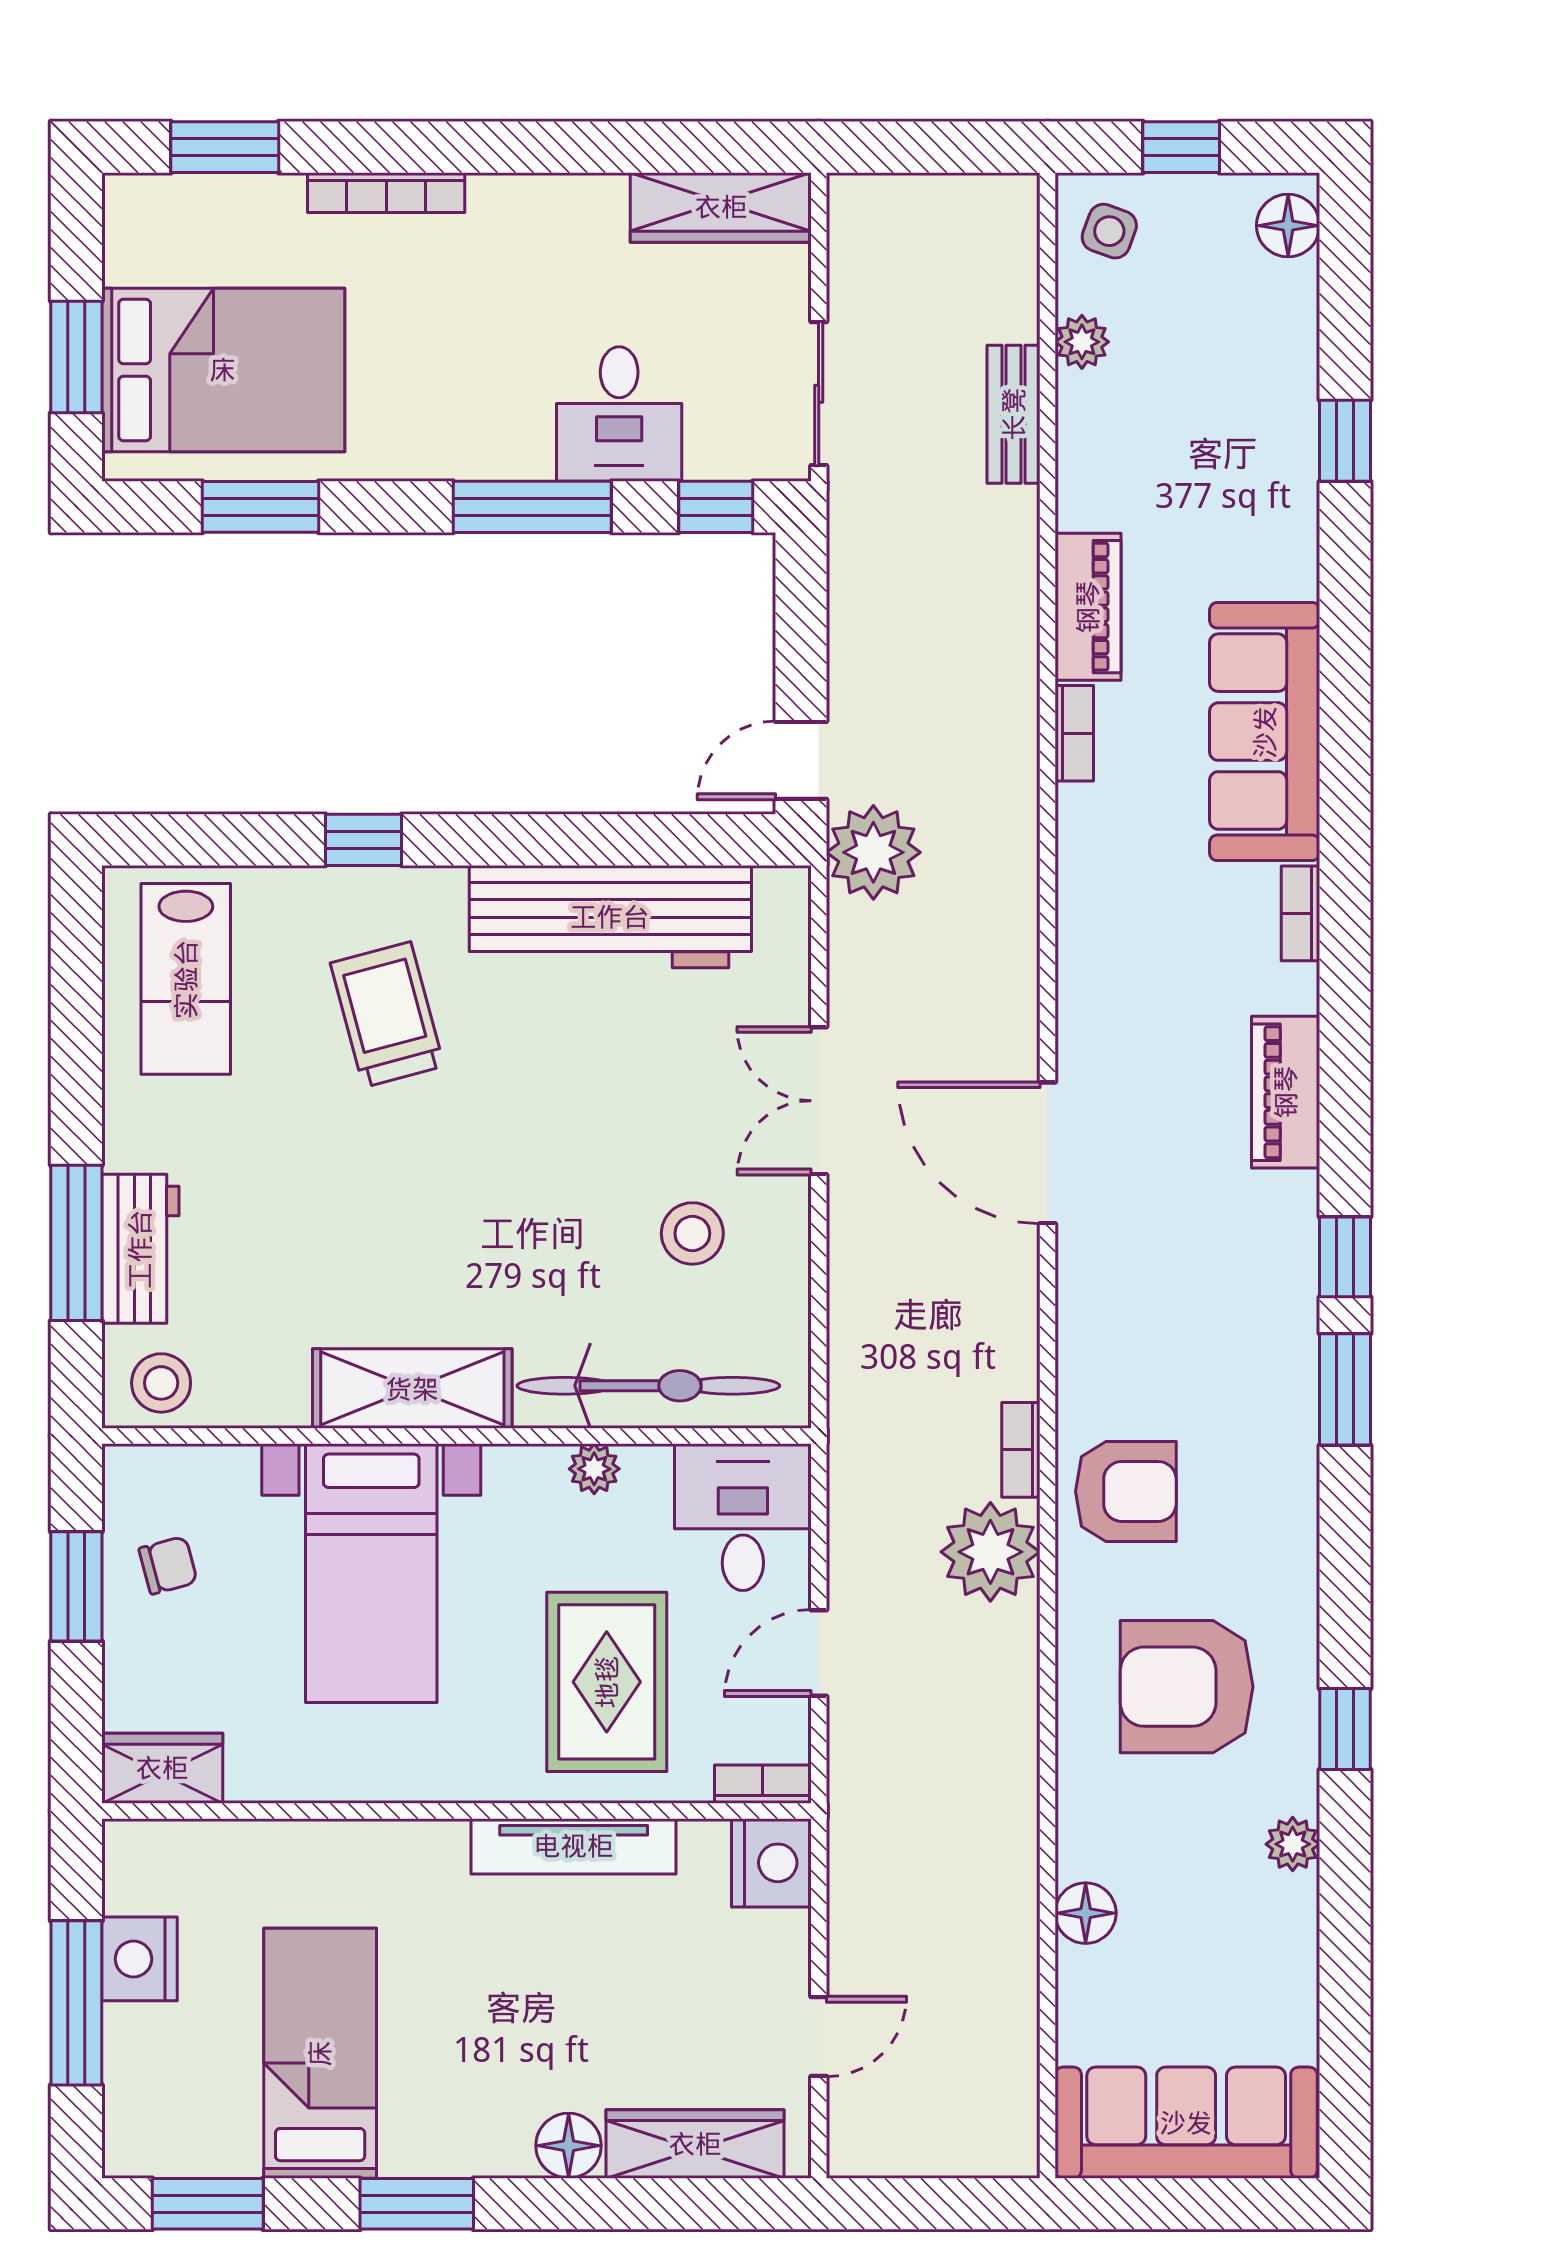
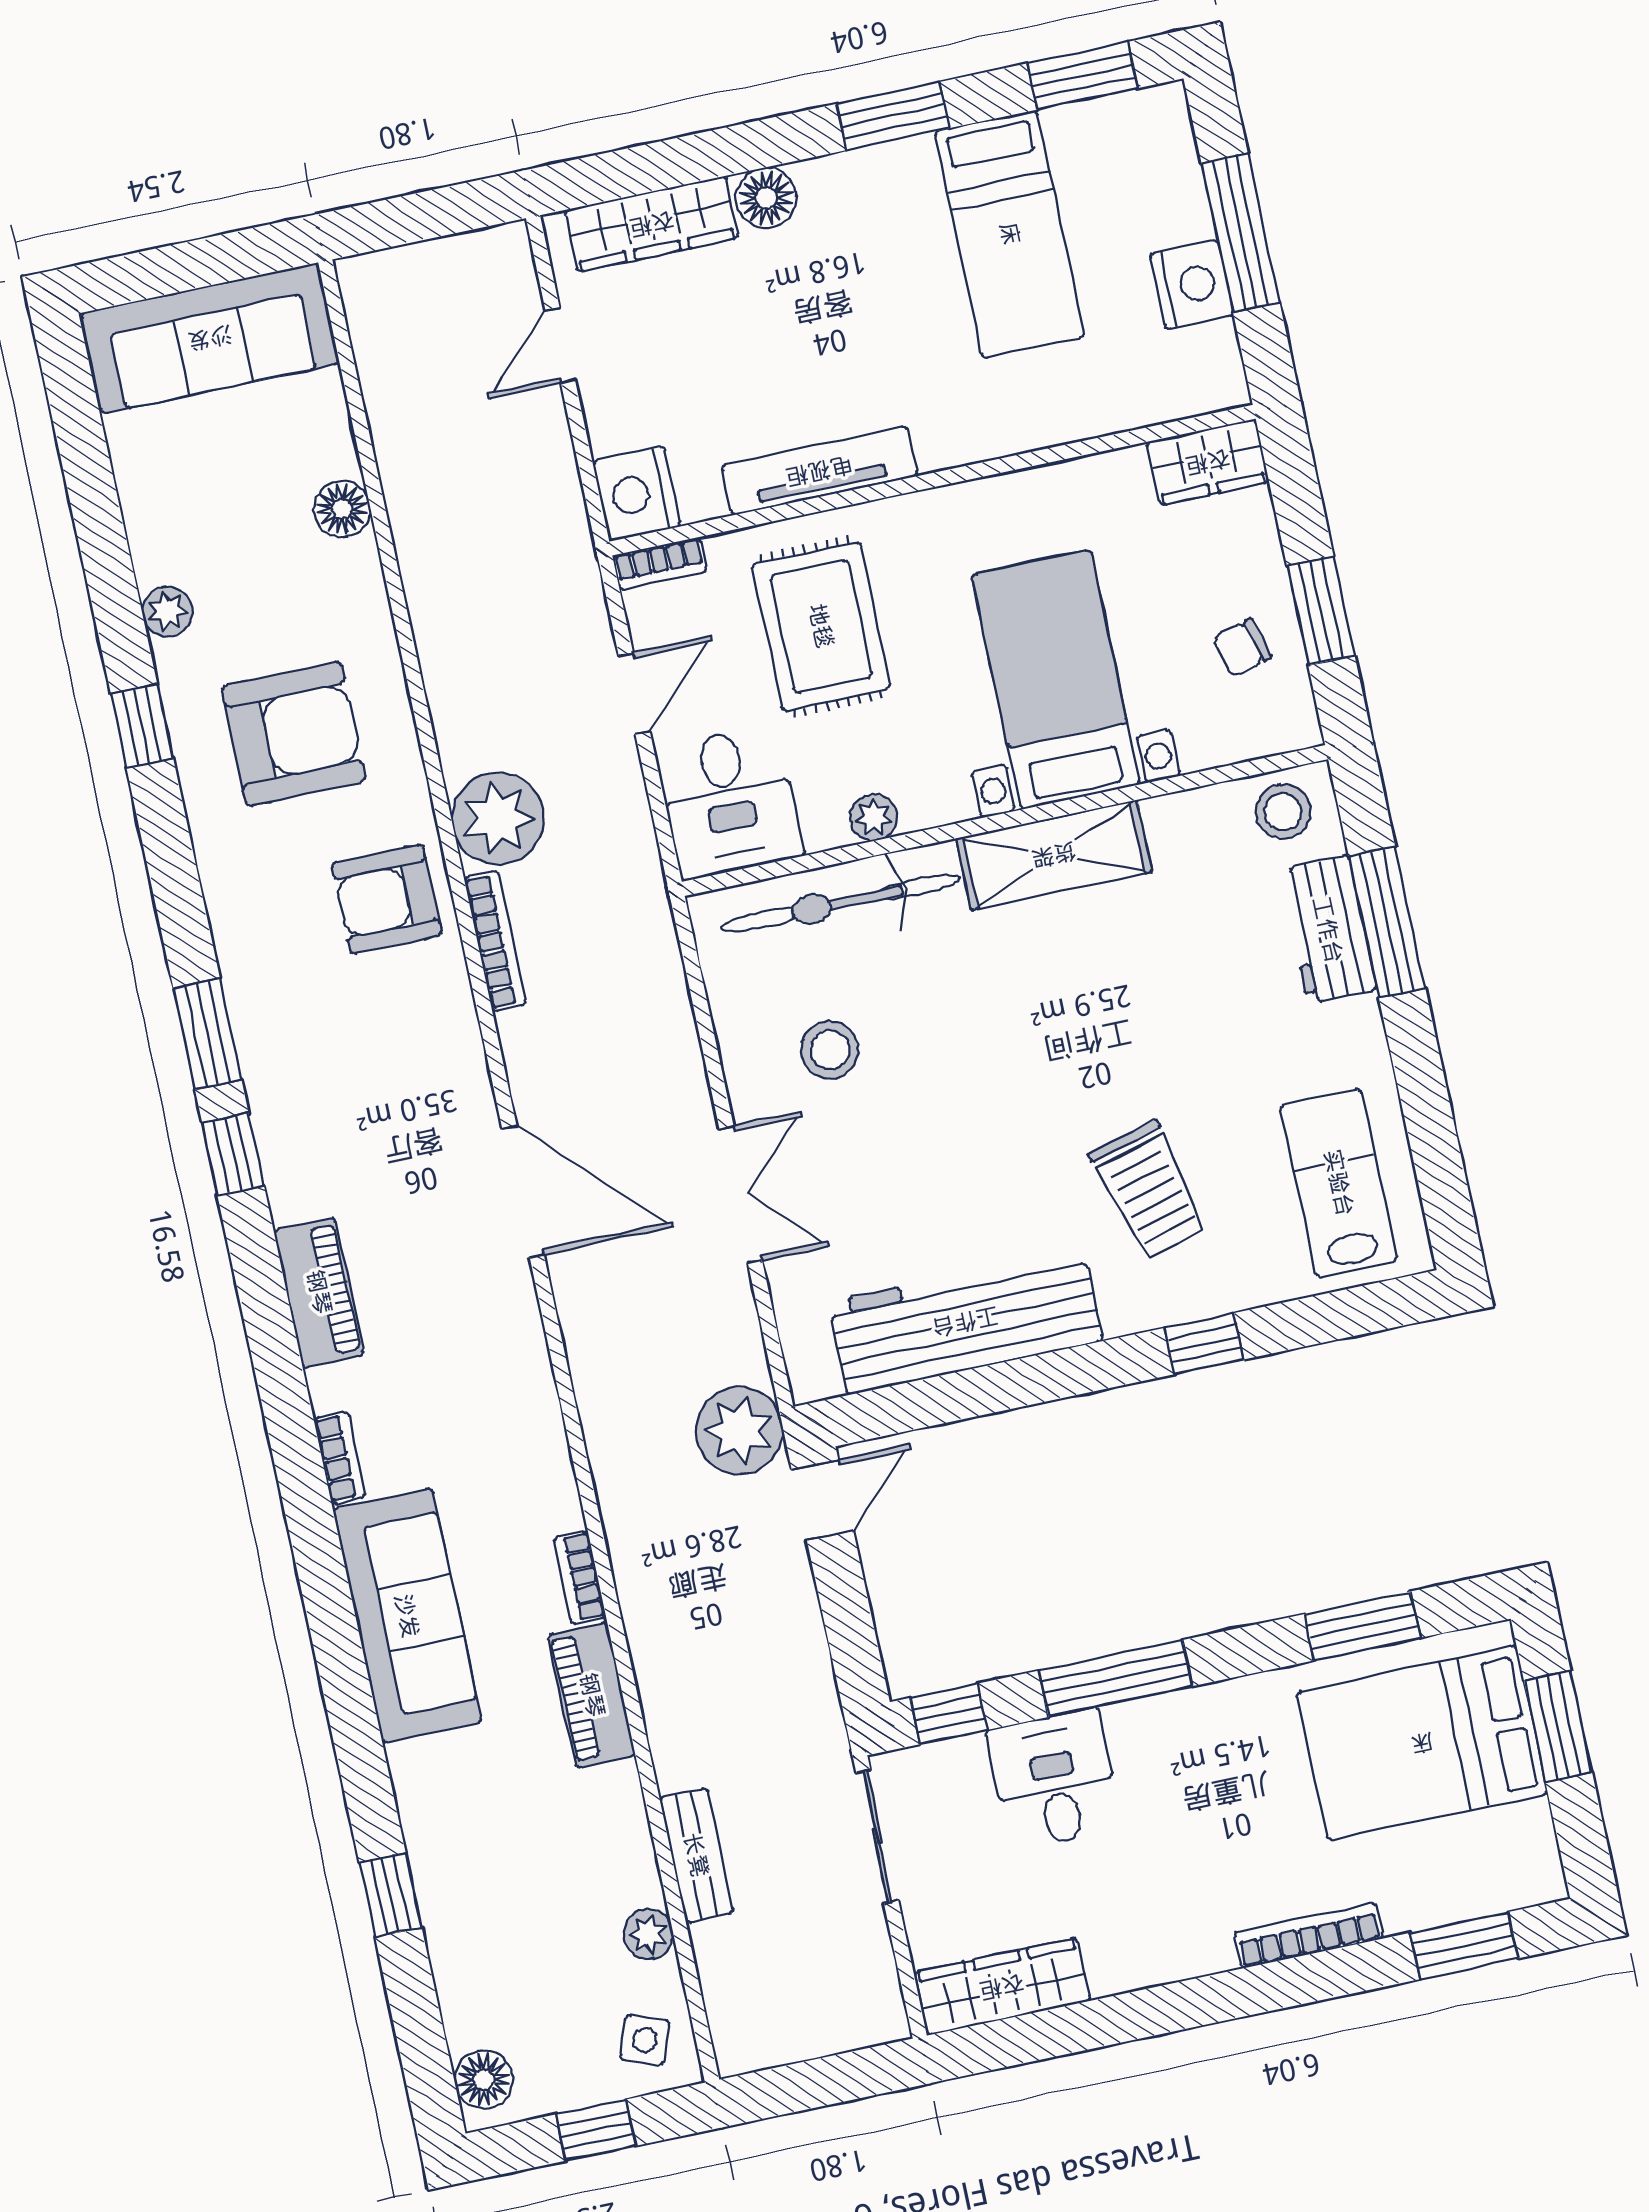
bookcase: (1021, 1450) -> (495, 941), width x1.56

